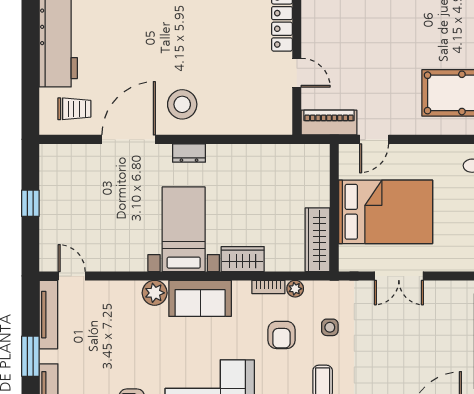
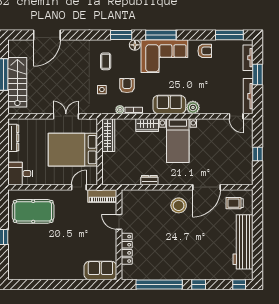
dresser: (189, 153) -> (149, 180), moved

